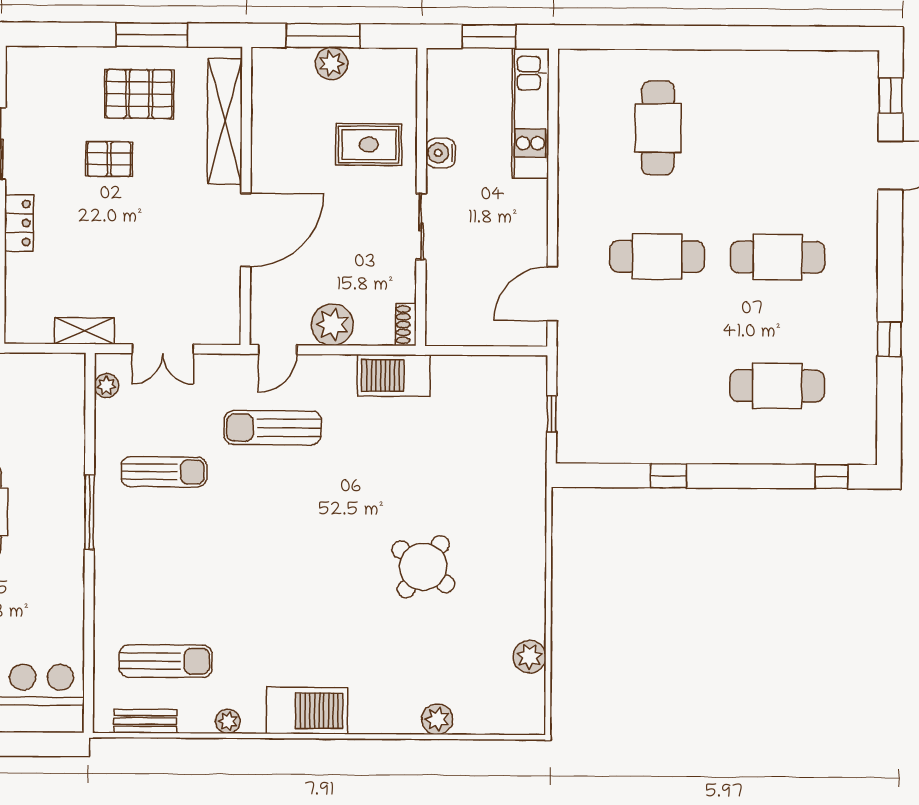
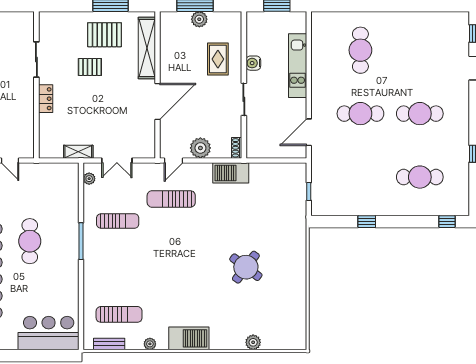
kitchen unit: (530, 113) -> (298, 66), moved
rug: (369, 145) -> (218, 59), turned 90
plant: (530, 657) -> (298, 311), removed

